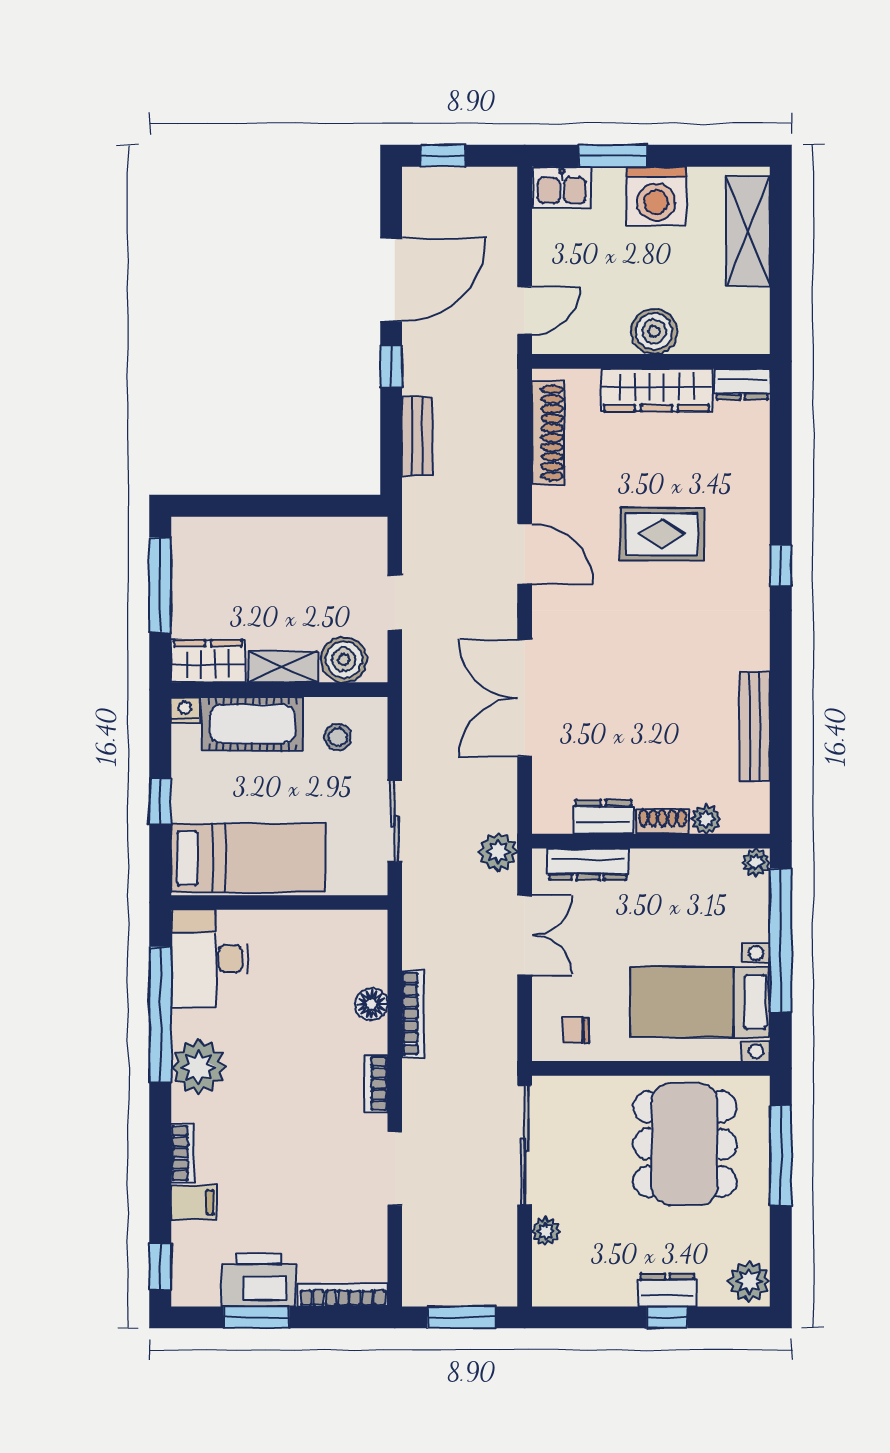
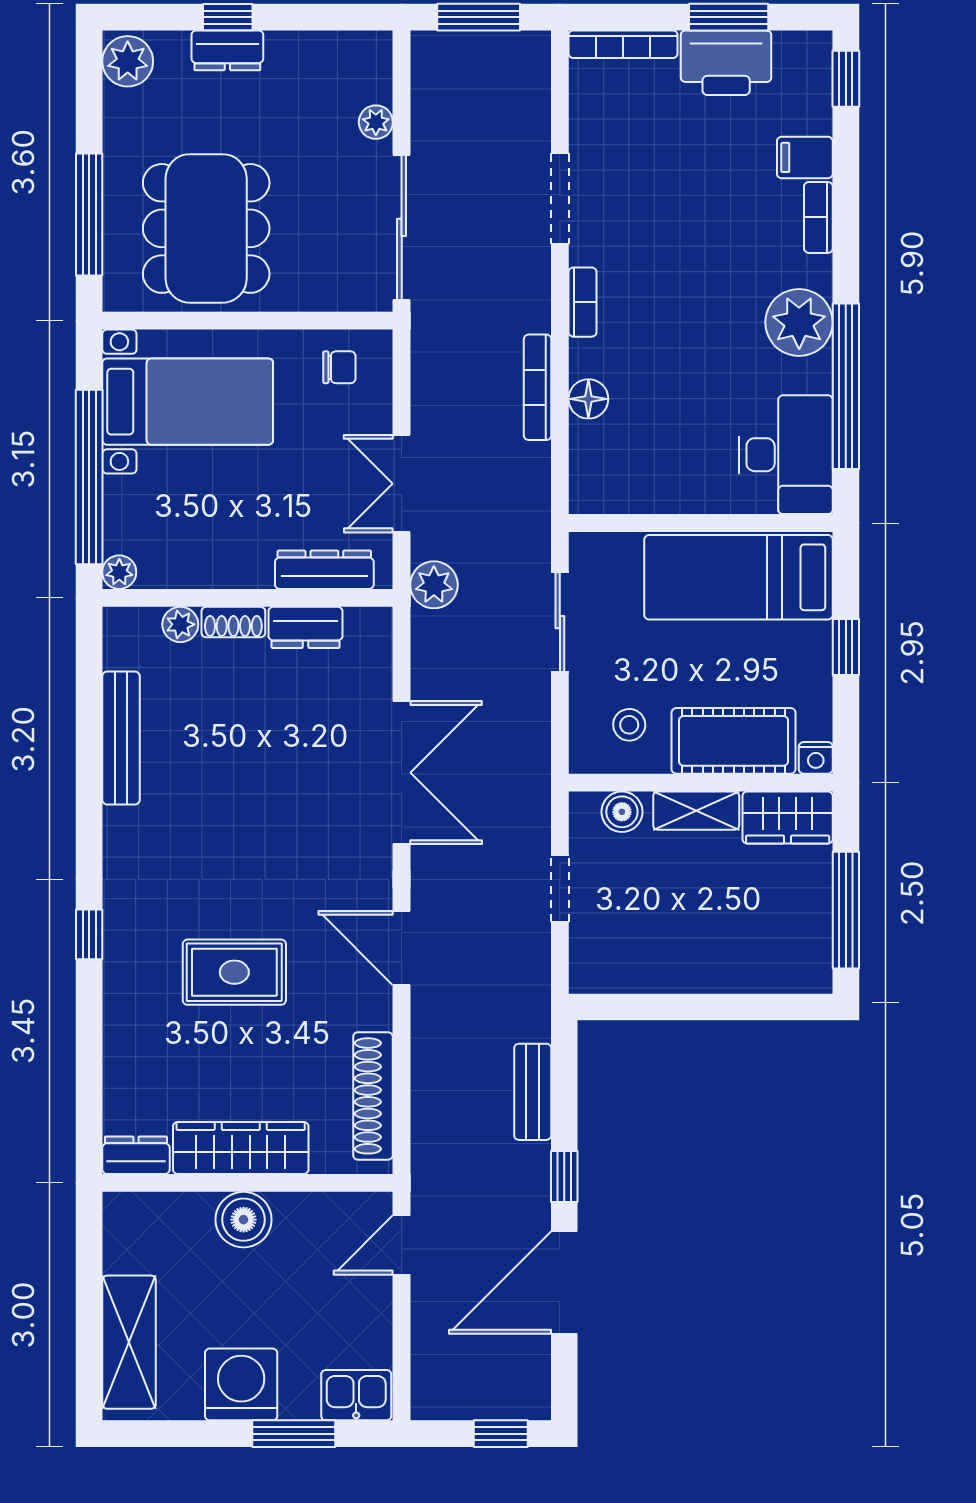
boiler: (344, 660) -> (622, 812), width x0.73, depth x0.73

